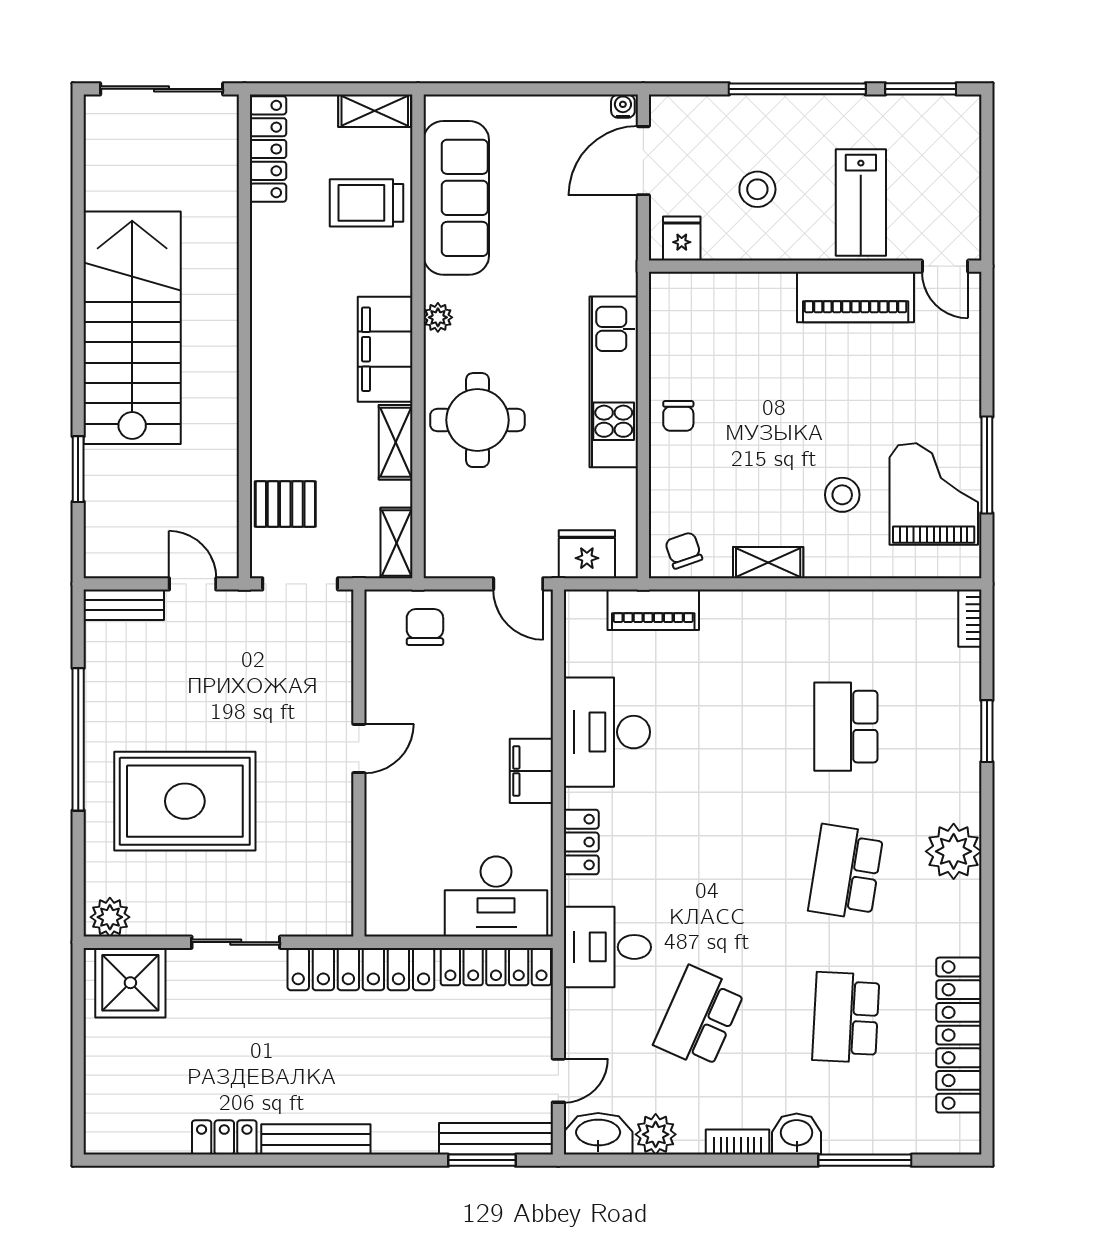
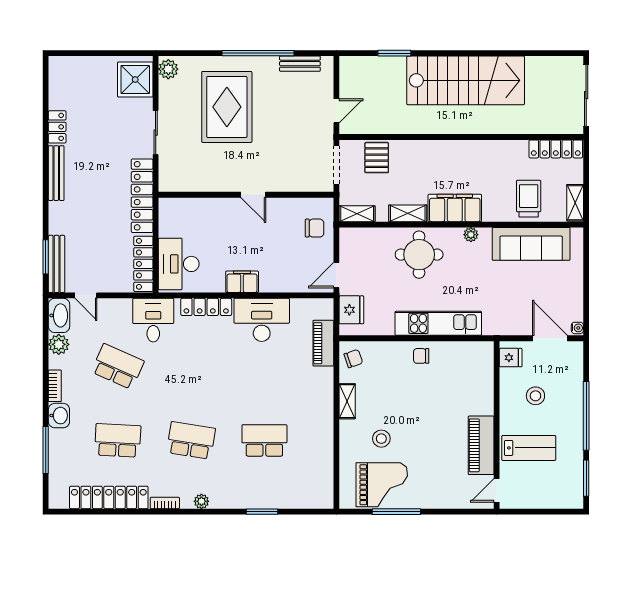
lab bench: (861, 203) -> (529, 448), turned 180
bench: (124, 605) -> (300, 64), moved, turned 90
bookcase: (970, 618) -> (165, 503), moved
locker: (581, 842) -> (206, 307), width x1.53
plant: (954, 851) -> (201, 501), width x0.53, depth x0.53

